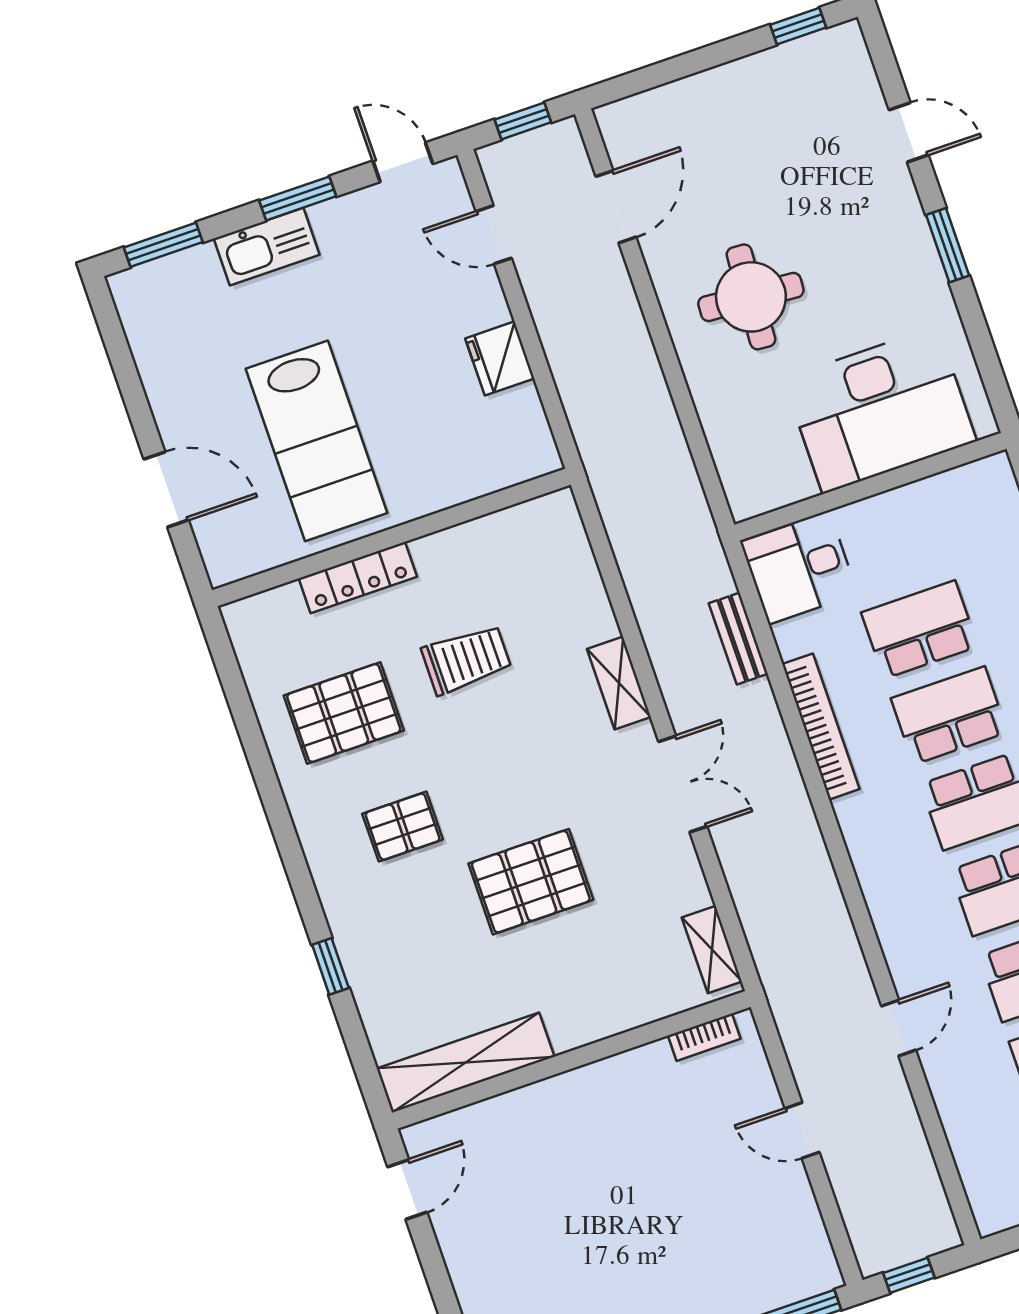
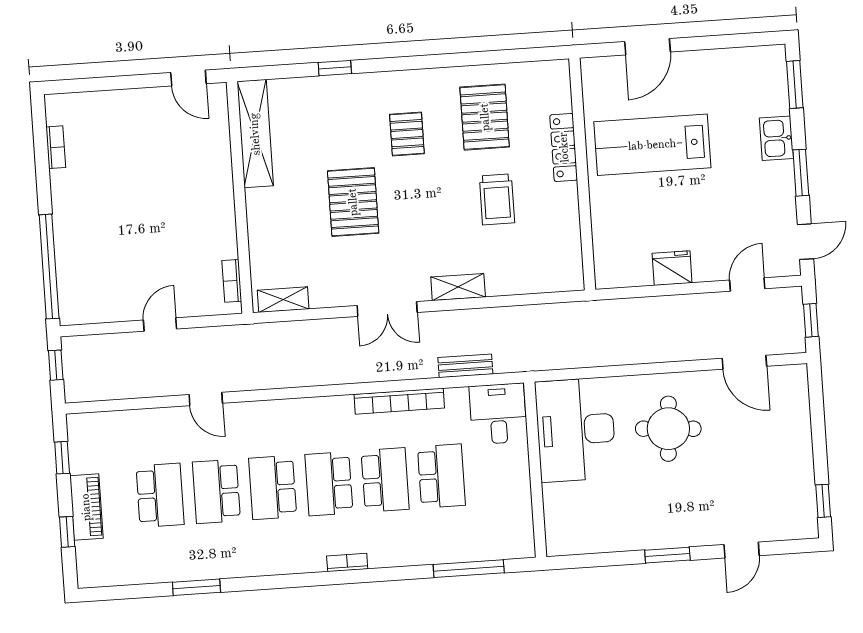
kitchen sink: (267, 247) -> (776, 138), width x0.73
desk: (880, 410) -> (576, 430), moved

